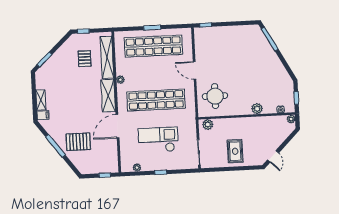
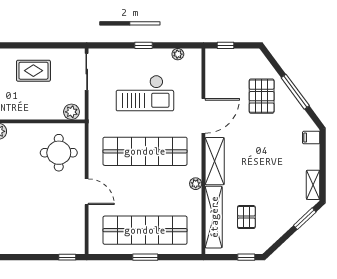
shelving: (41, 100) -> (313, 185), moved
pallet: (78, 142) -> (262, 96), turned 90
rug: (235, 151) -> (33, 71), turned 90

